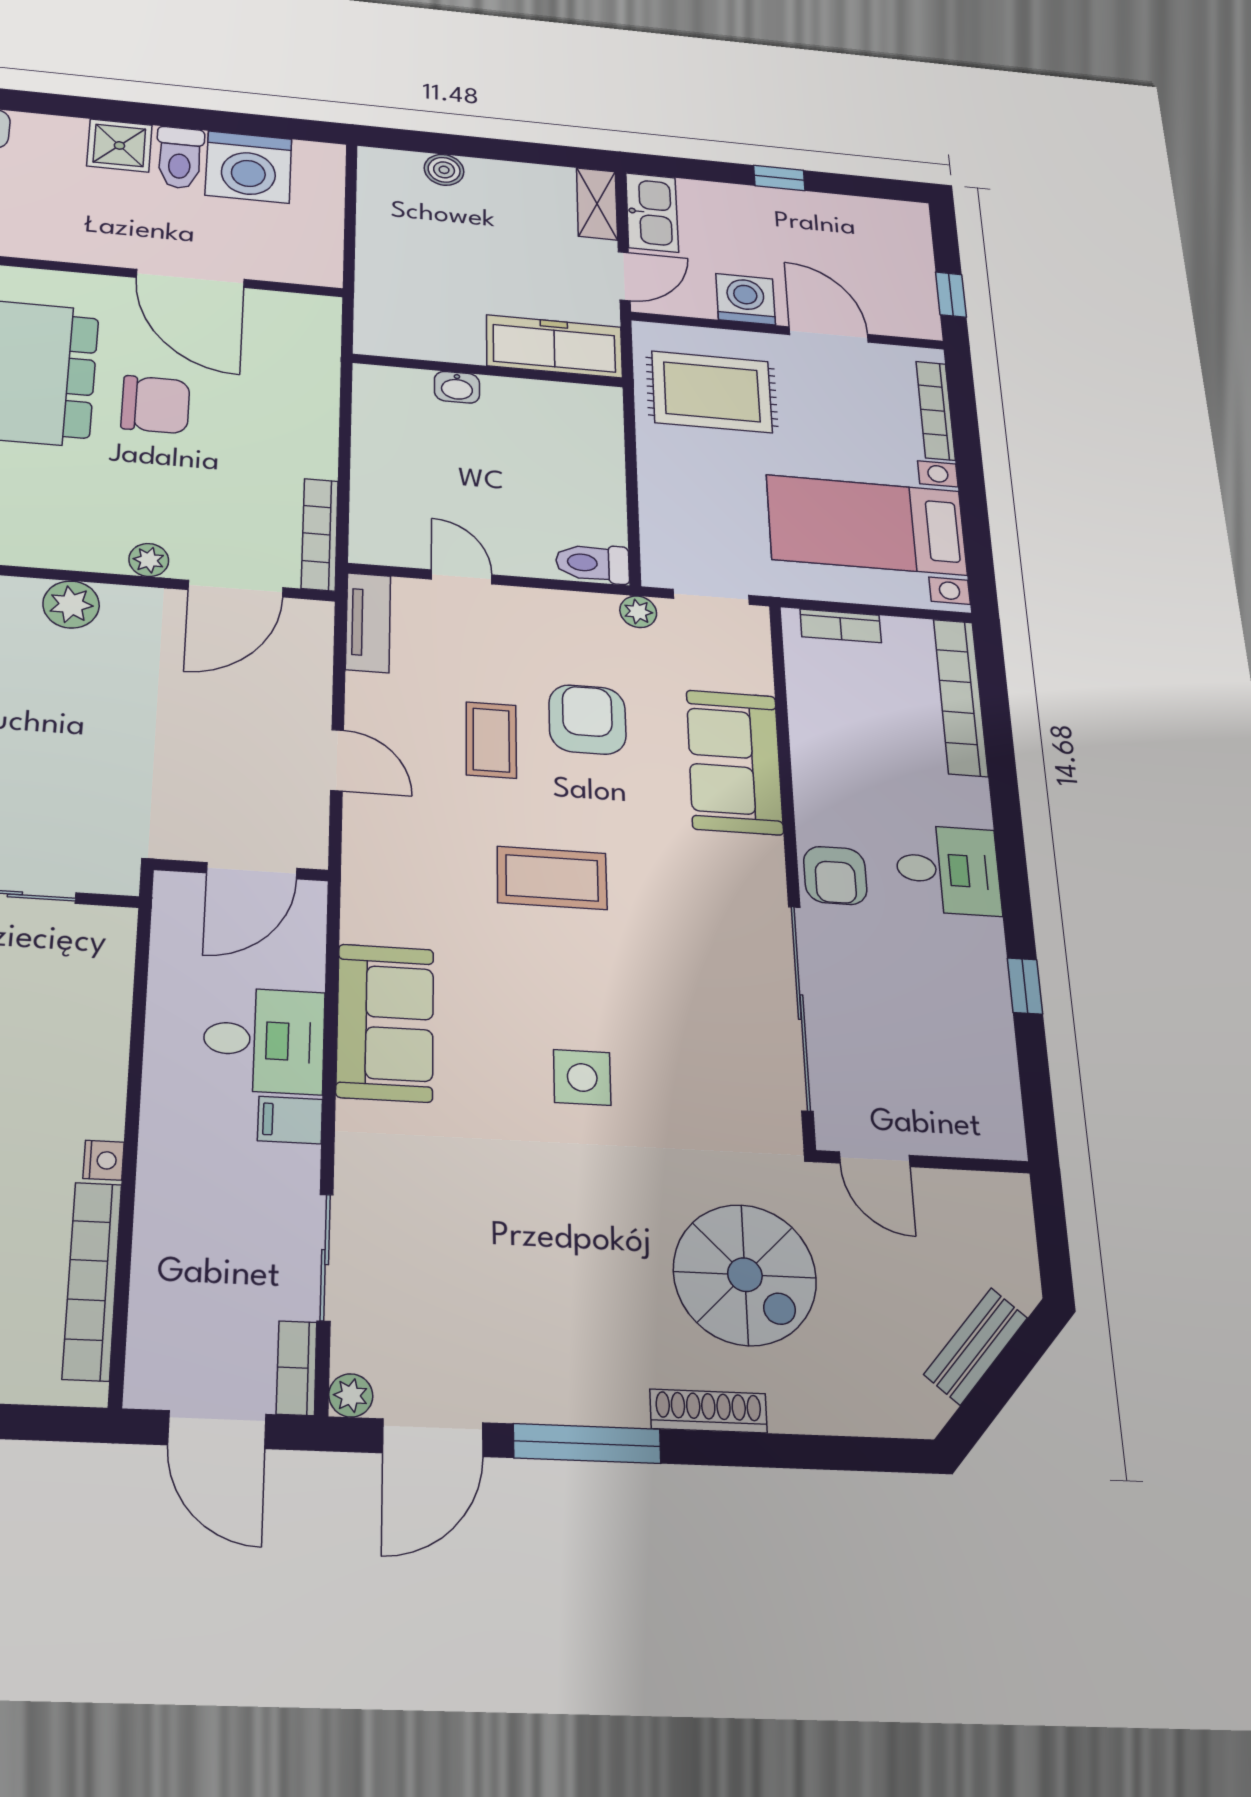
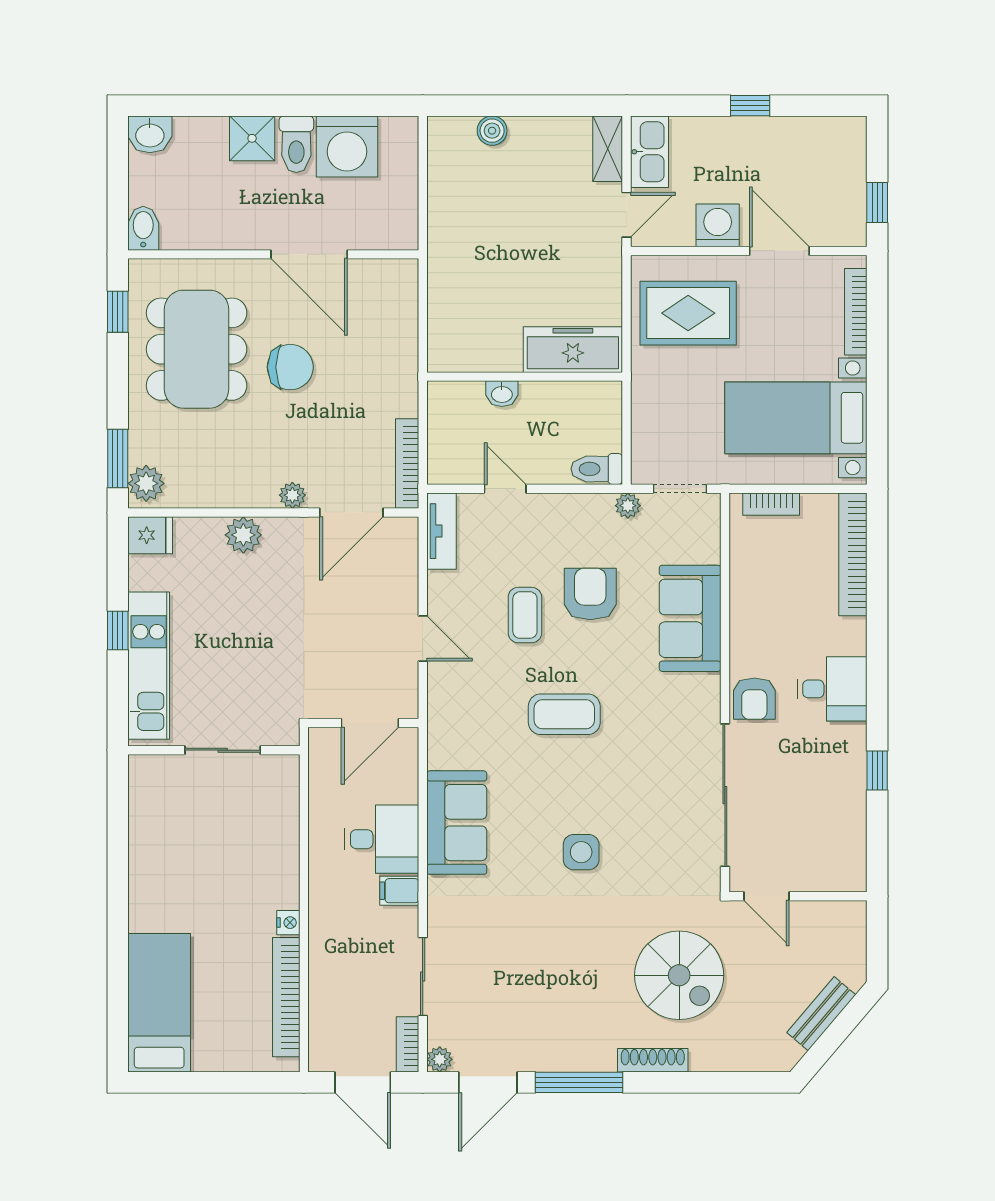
freezer: (554, 346) -> (573, 350), moved
wall: (488, 371) -> (525, 377), moved
washbasin: (457, 387) -> (502, 394), moved

